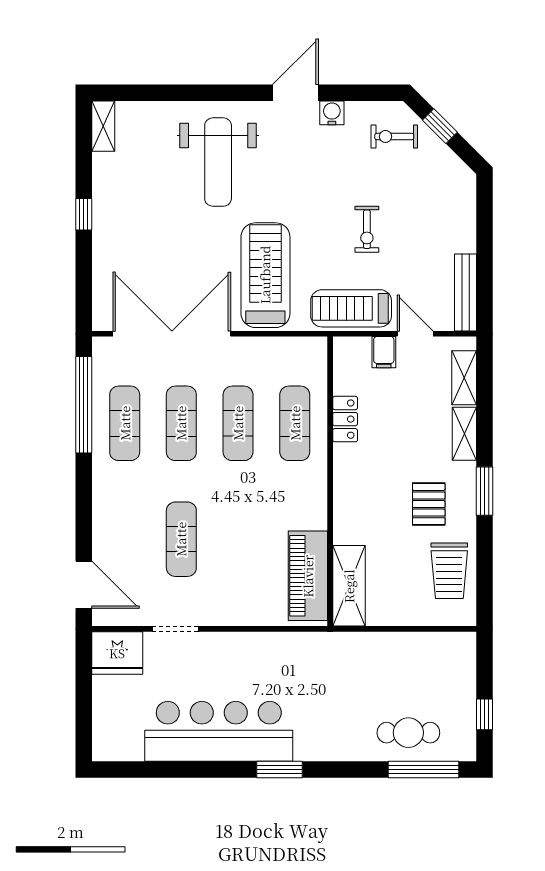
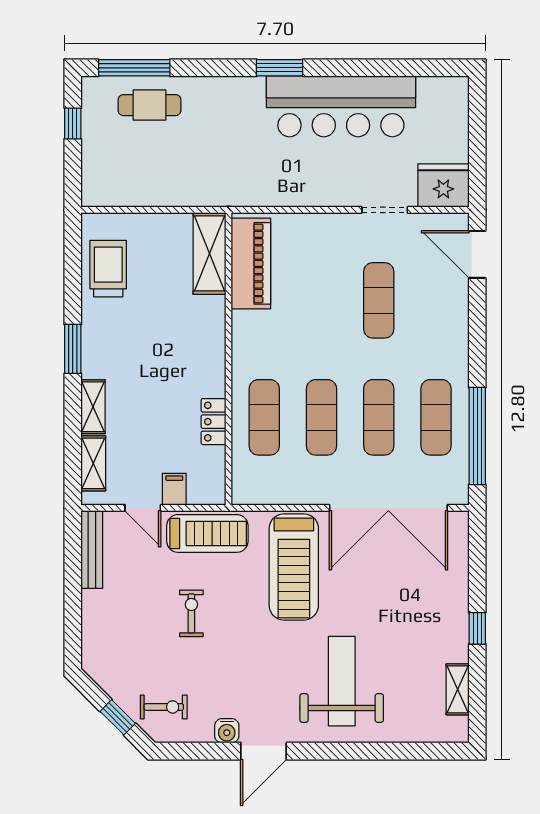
shelving: (103, 126) -> (458, 689), moved
pallet: (429, 504) -> (129, 336), removed

